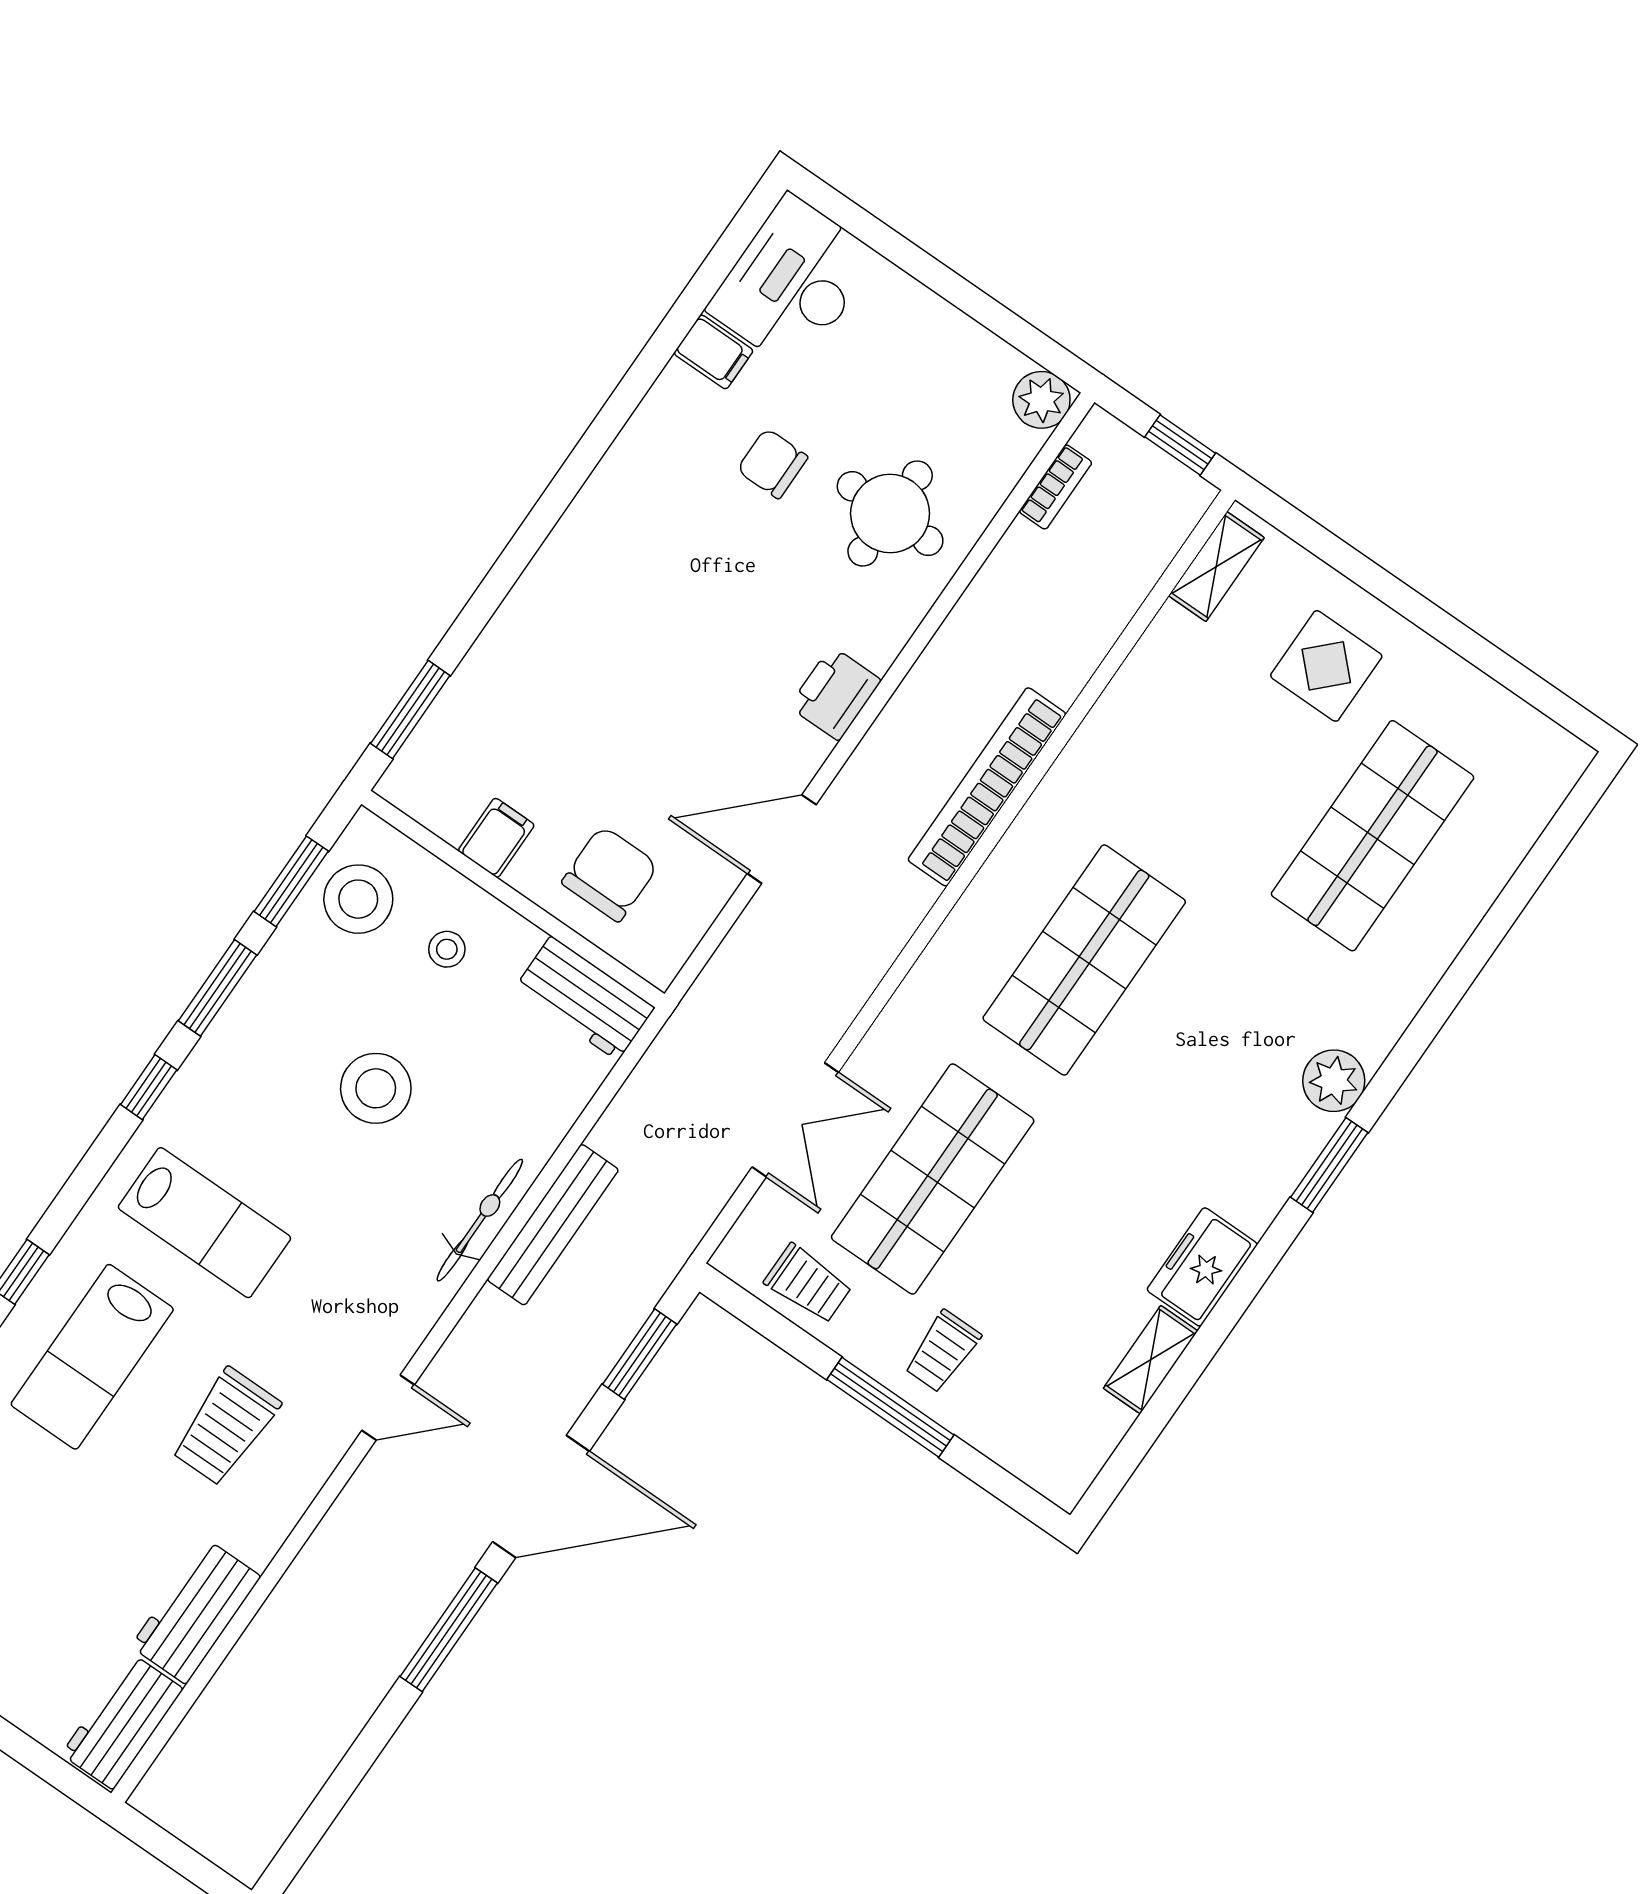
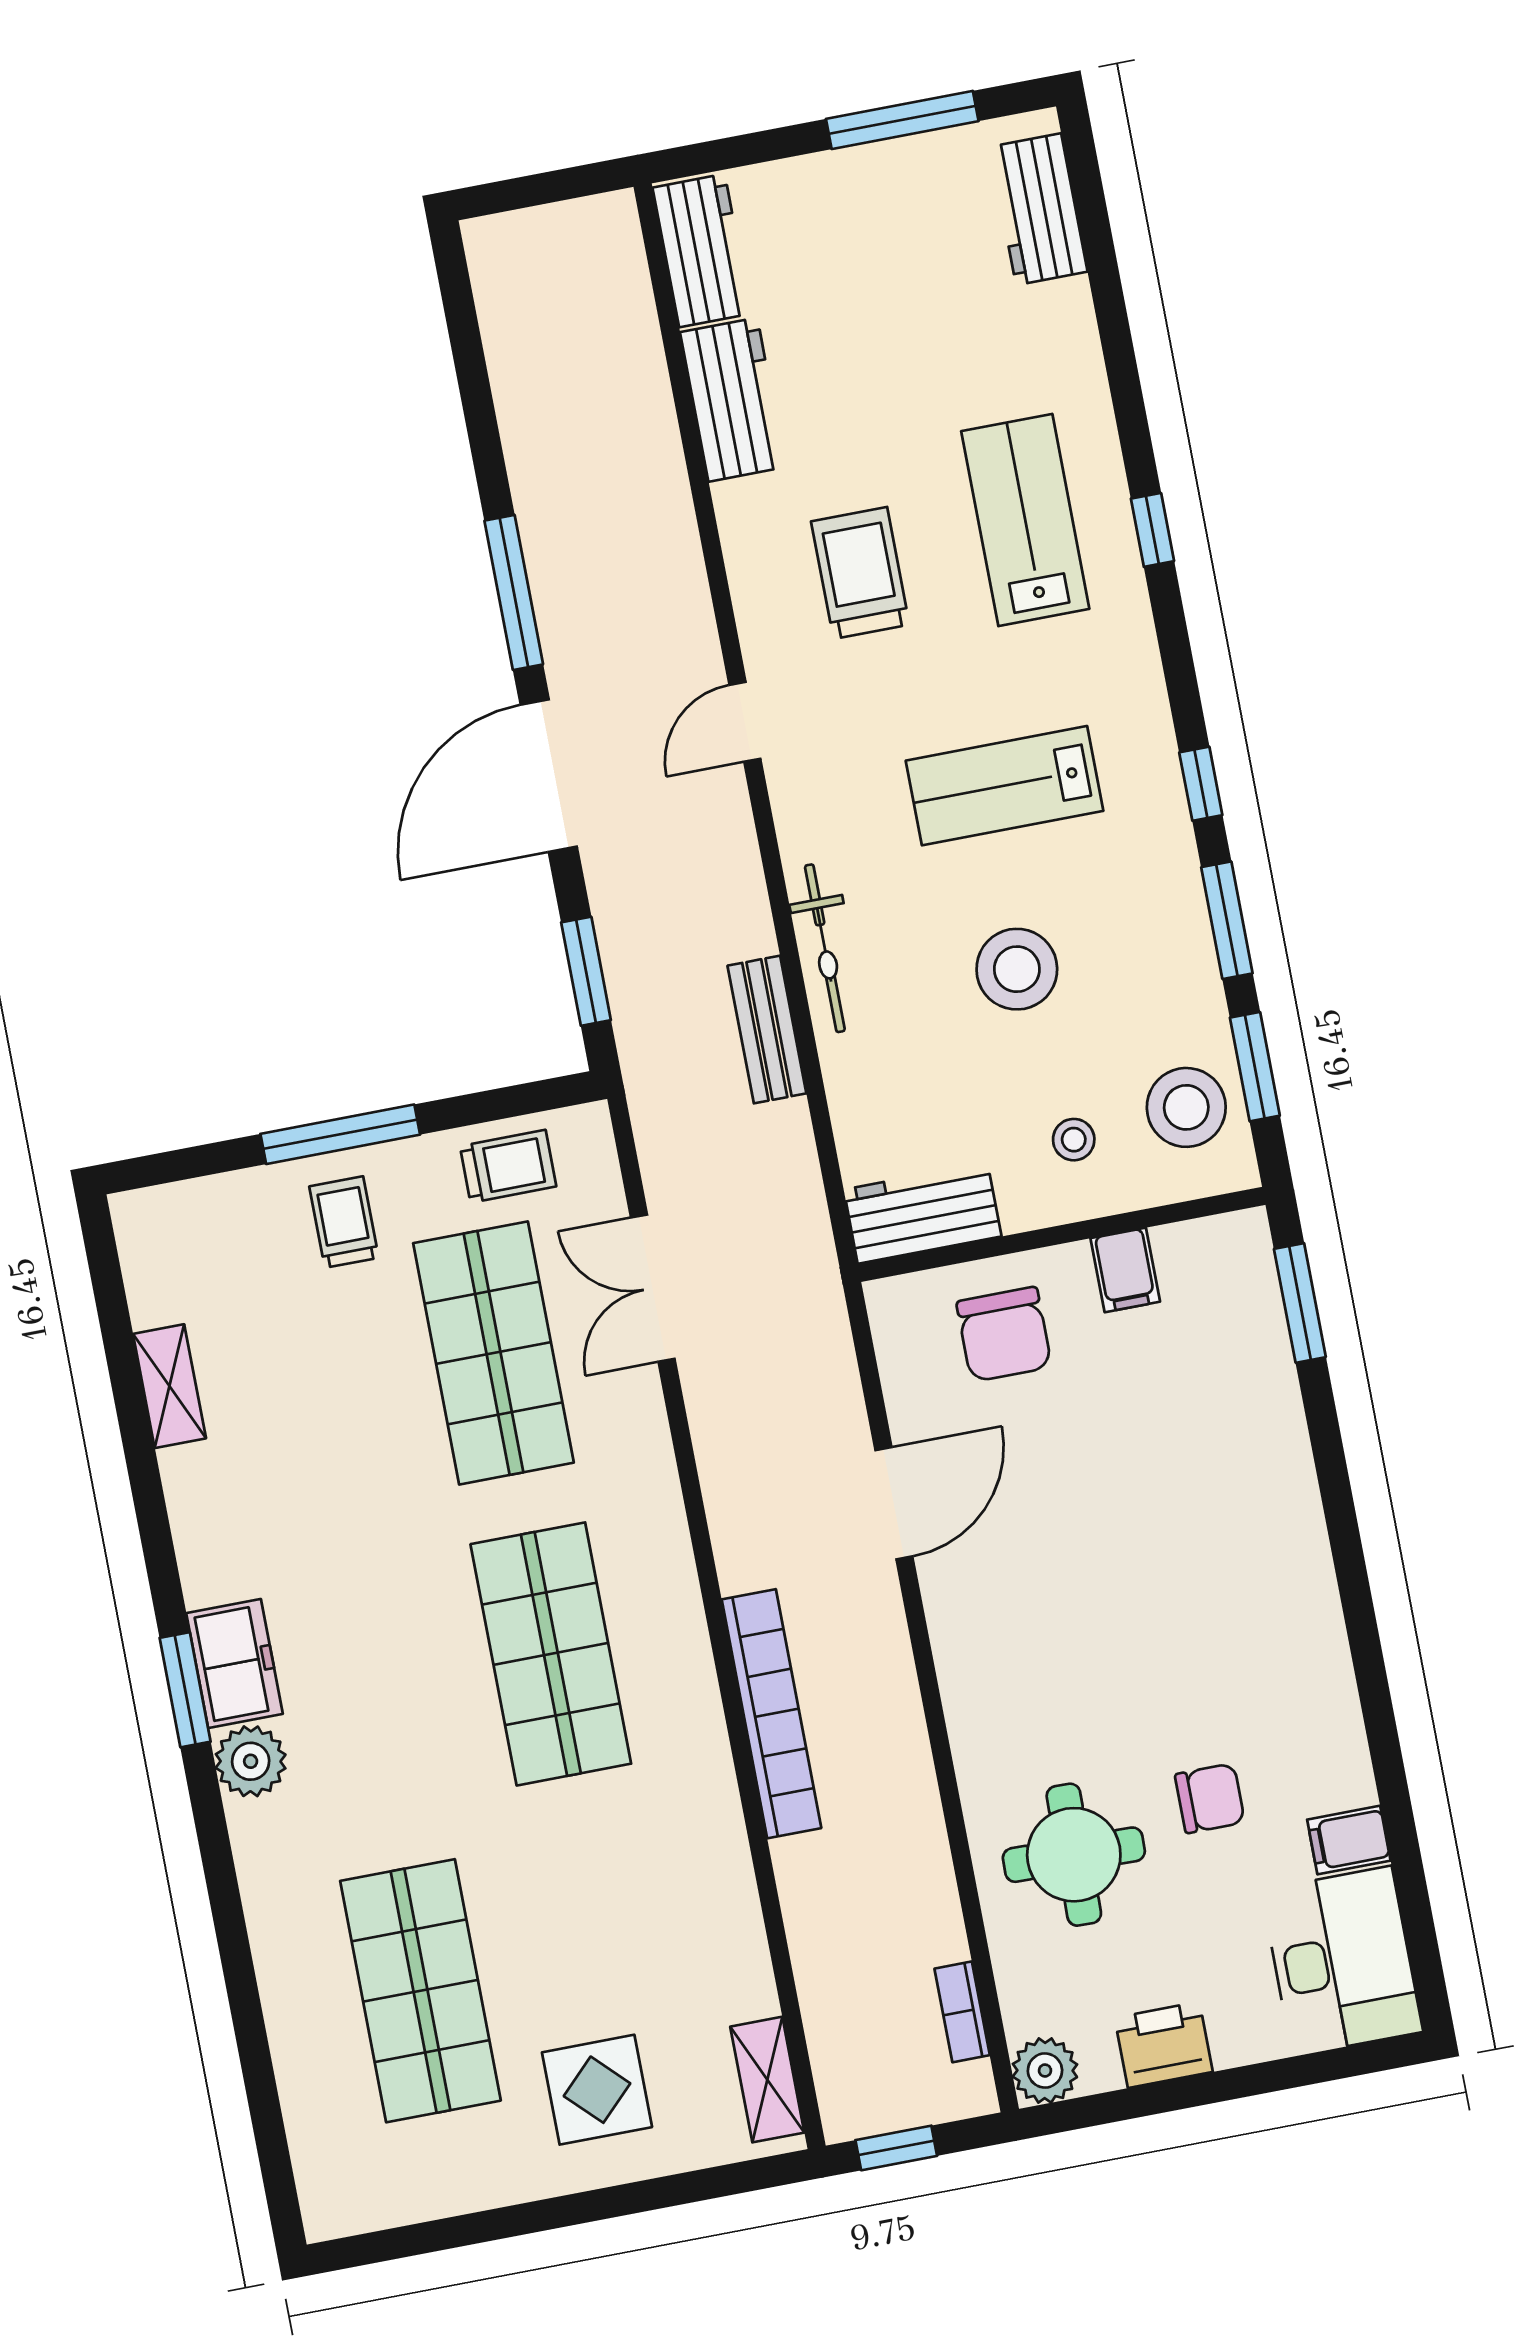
printer: (835, 693) -> (1164, 2045), moved, turned -90
lab bench: (204, 1223) -> (1005, 786), moved
bench: (553, 1225) -> (767, 1030), width x0.73
freezer: (1202, 1267) -> (234, 1664), moved
trolley: (808, 1284) -> (508, 1166), turned 180

